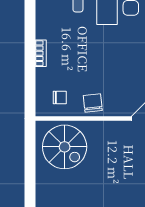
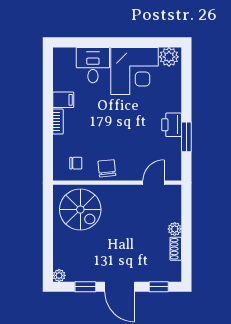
filing cabinet: (46, 30) -> (63, 100), added

